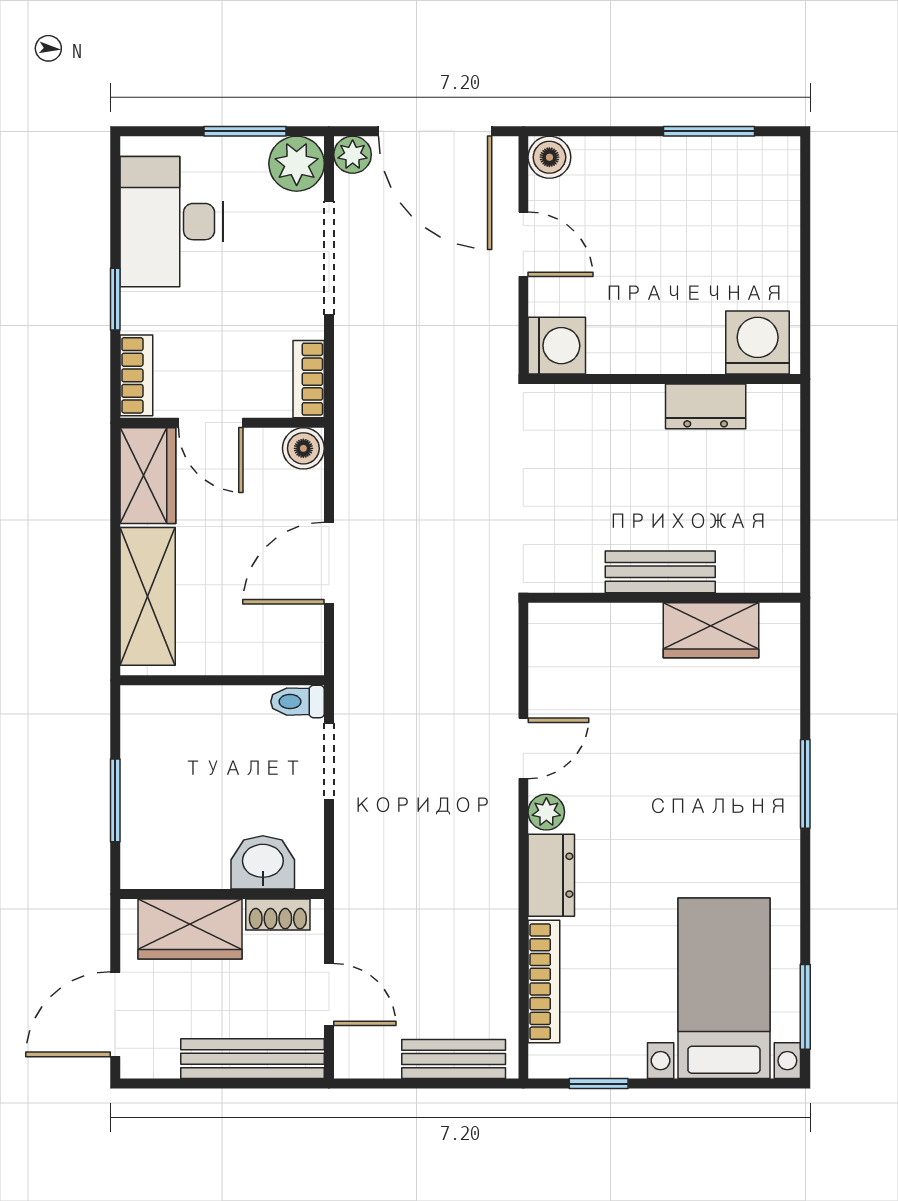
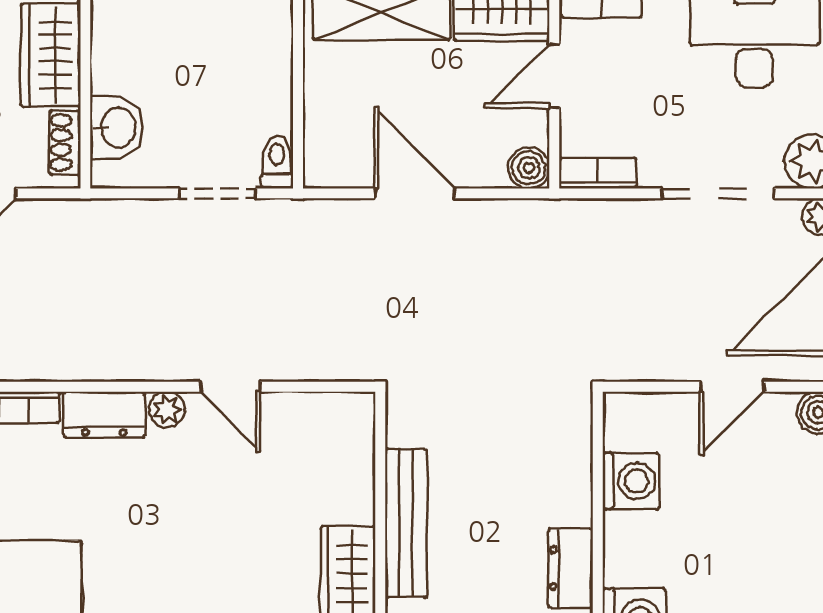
washing machine: (557, 346) -> (631, 481), moved, turned -90
bench: (660, 572) -> (406, 523), width x1.36

